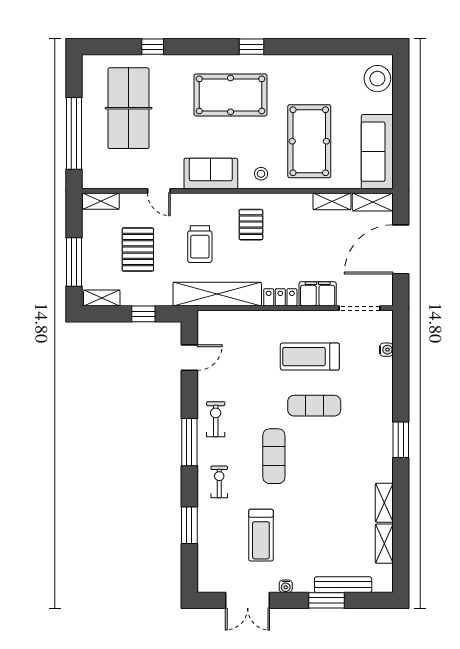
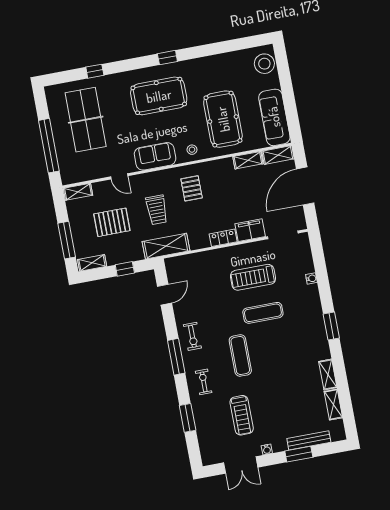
pallet: (138, 250) -> (112, 222), turned 90
shelving: (217, 294) -> (166, 246), width x0.68
water cooler: (386, 350) -> (311, 278), moved
exercise bike: (216, 419) -> (192, 336), turned 180

